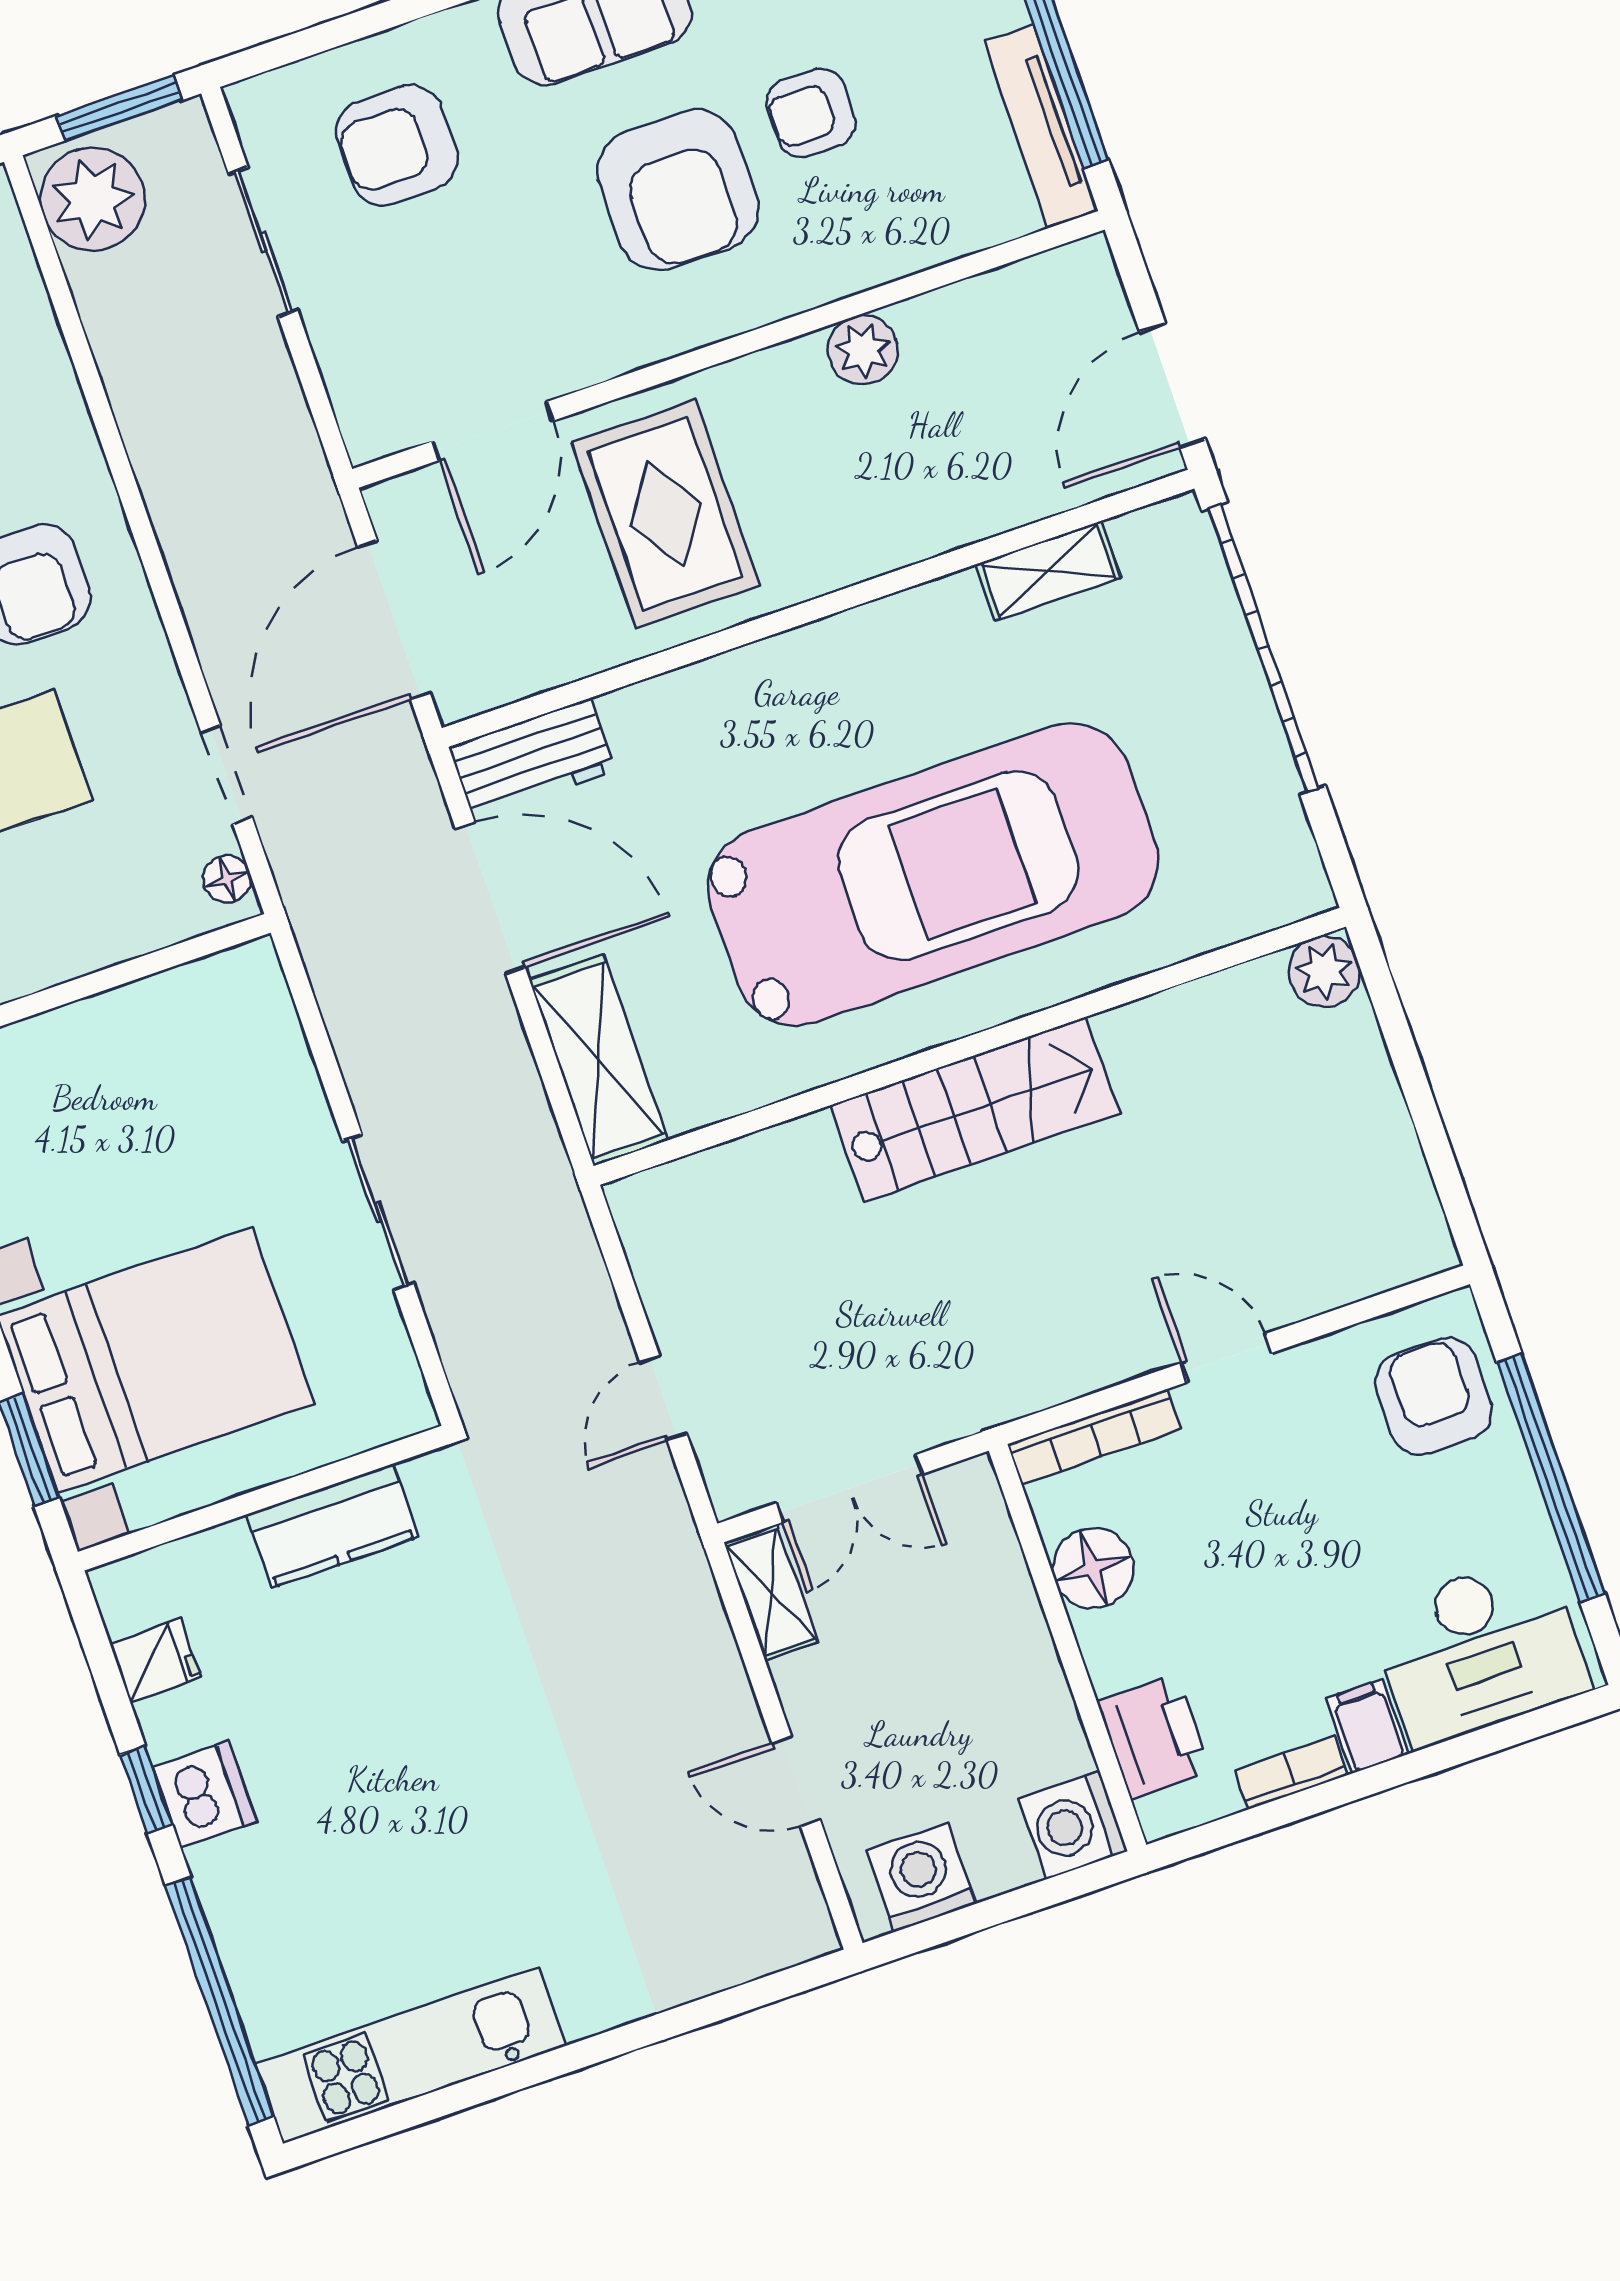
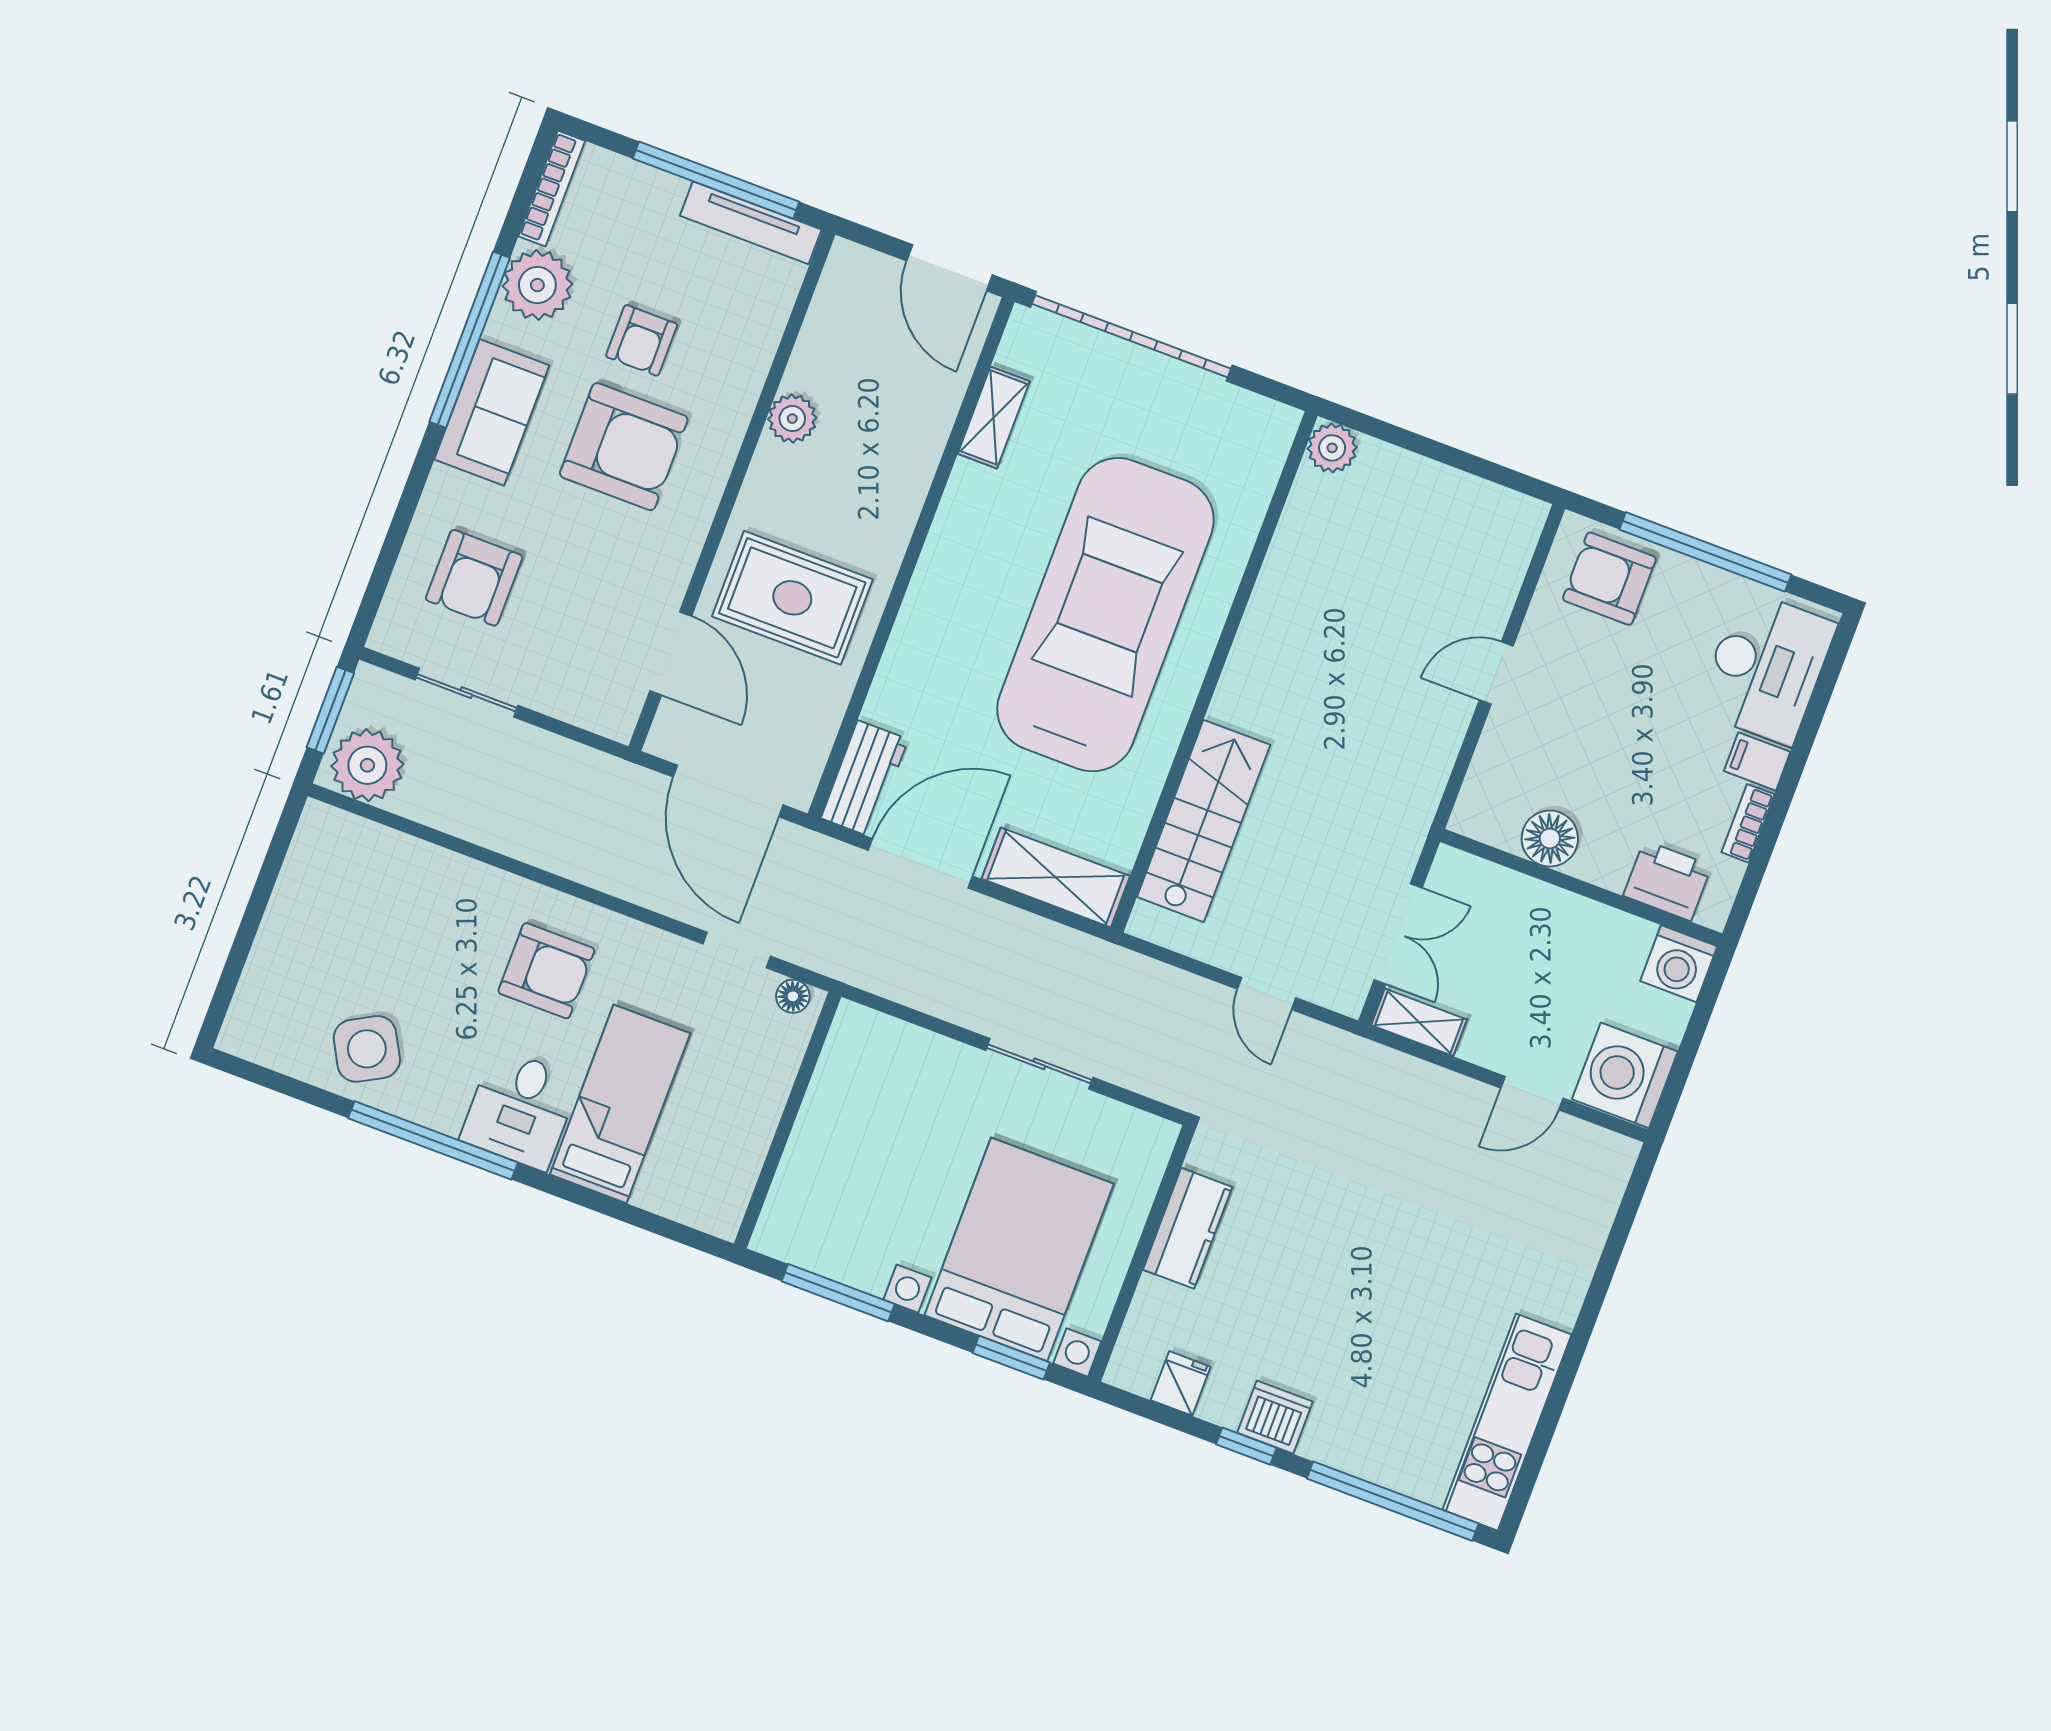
stairs: (975, 1109) -> (1204, 821), moved
bookcase: (1094, 1437) -> (1480, 779), removed
washing machine: (921, 1877) -> (1625, 1075), width x1.37, depth x1.37

